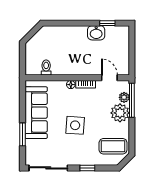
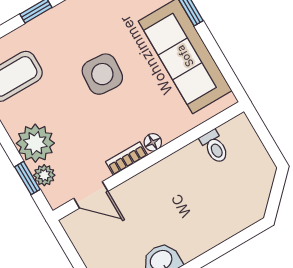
window: (132, 100) -> (27, 178), width x0.46

